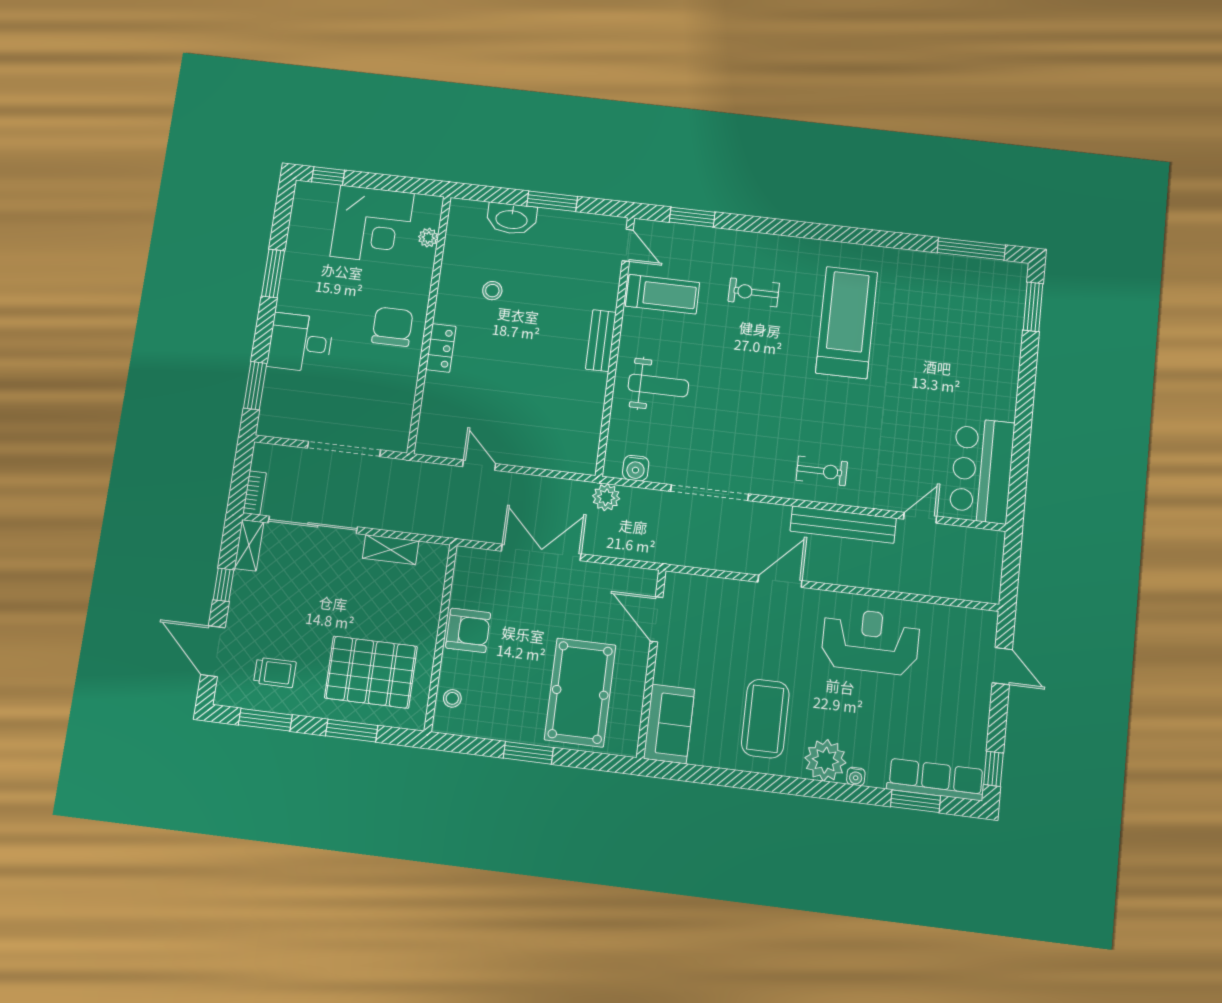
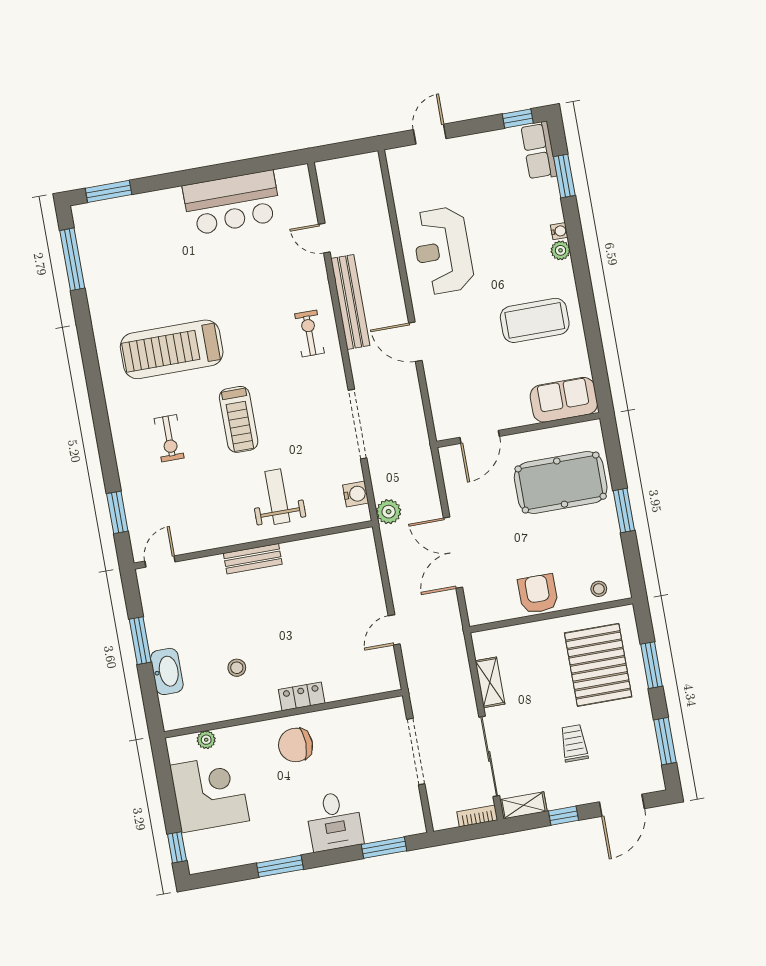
treadmill: (663, 294) -> (239, 419), moved, turned 180
bar counter: (982, 470) -> (232, 203), moved
trolley: (275, 672) -> (574, 743), moved
plant: (825, 760) -> (561, 250), width x0.53, depth x0.53
row of seats: (936, 779) -> (539, 151), width x0.68

